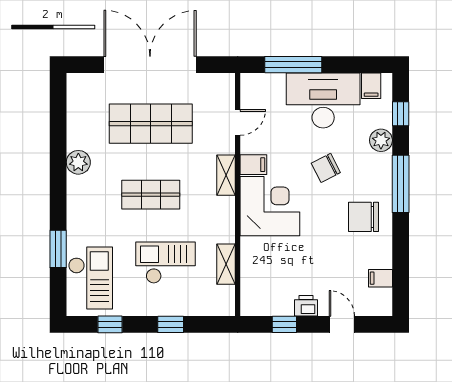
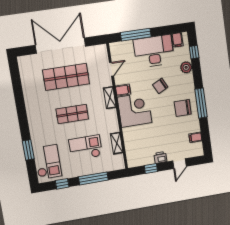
plant: (78, 162) -> (31, 103), removed
window: (401, 184) -> (201, 103), moved
window: (171, 324) -> (93, 178), width x2.17
door: (342, 324) -> (180, 164), swing flipped

